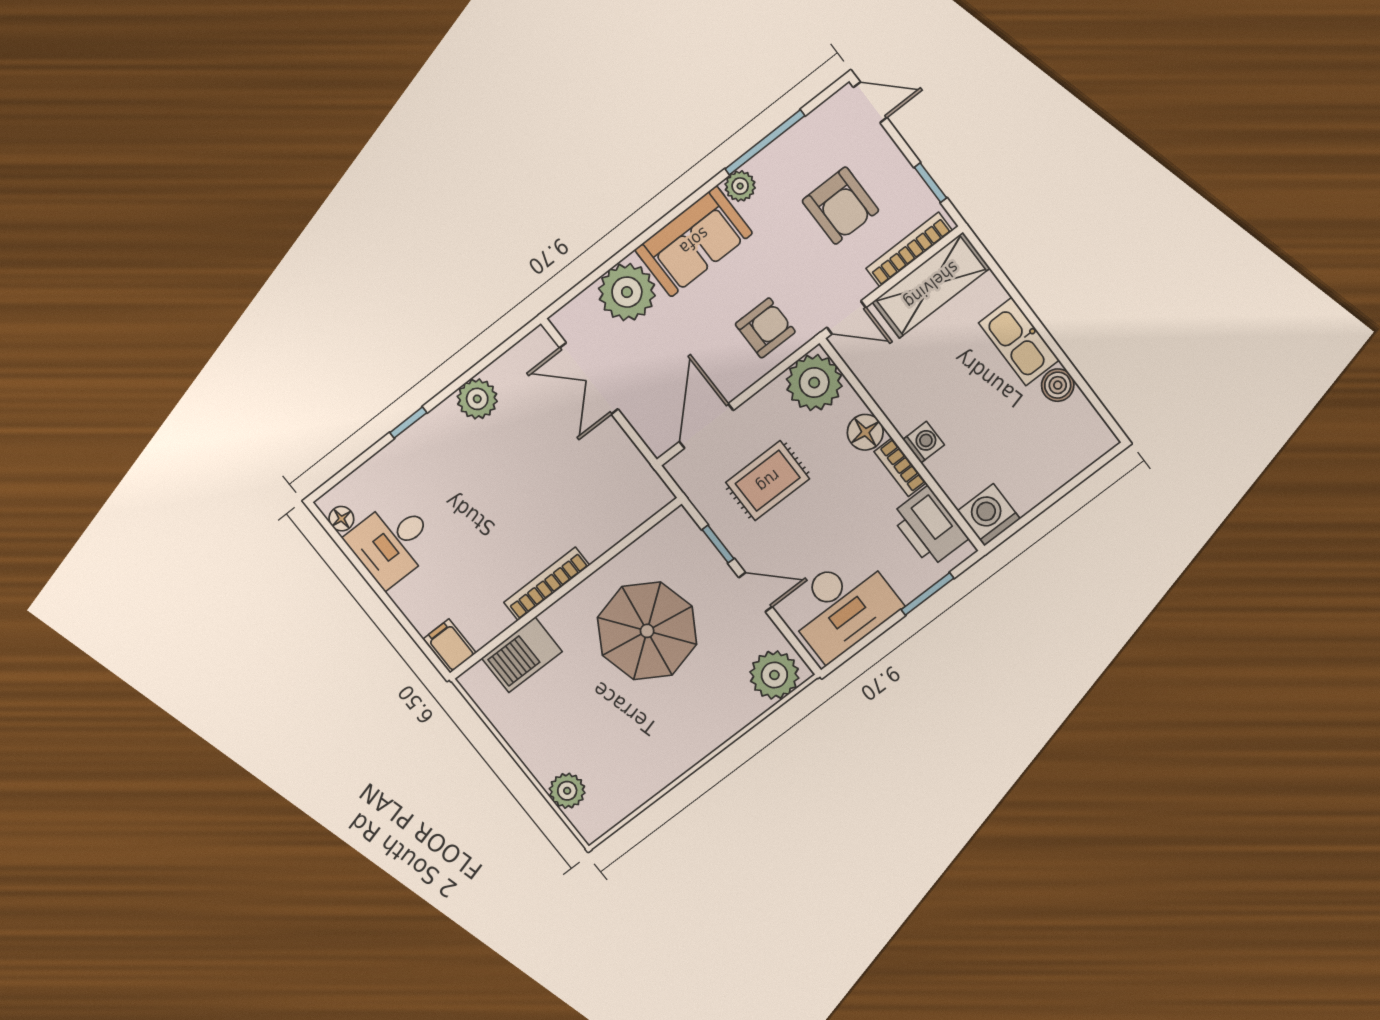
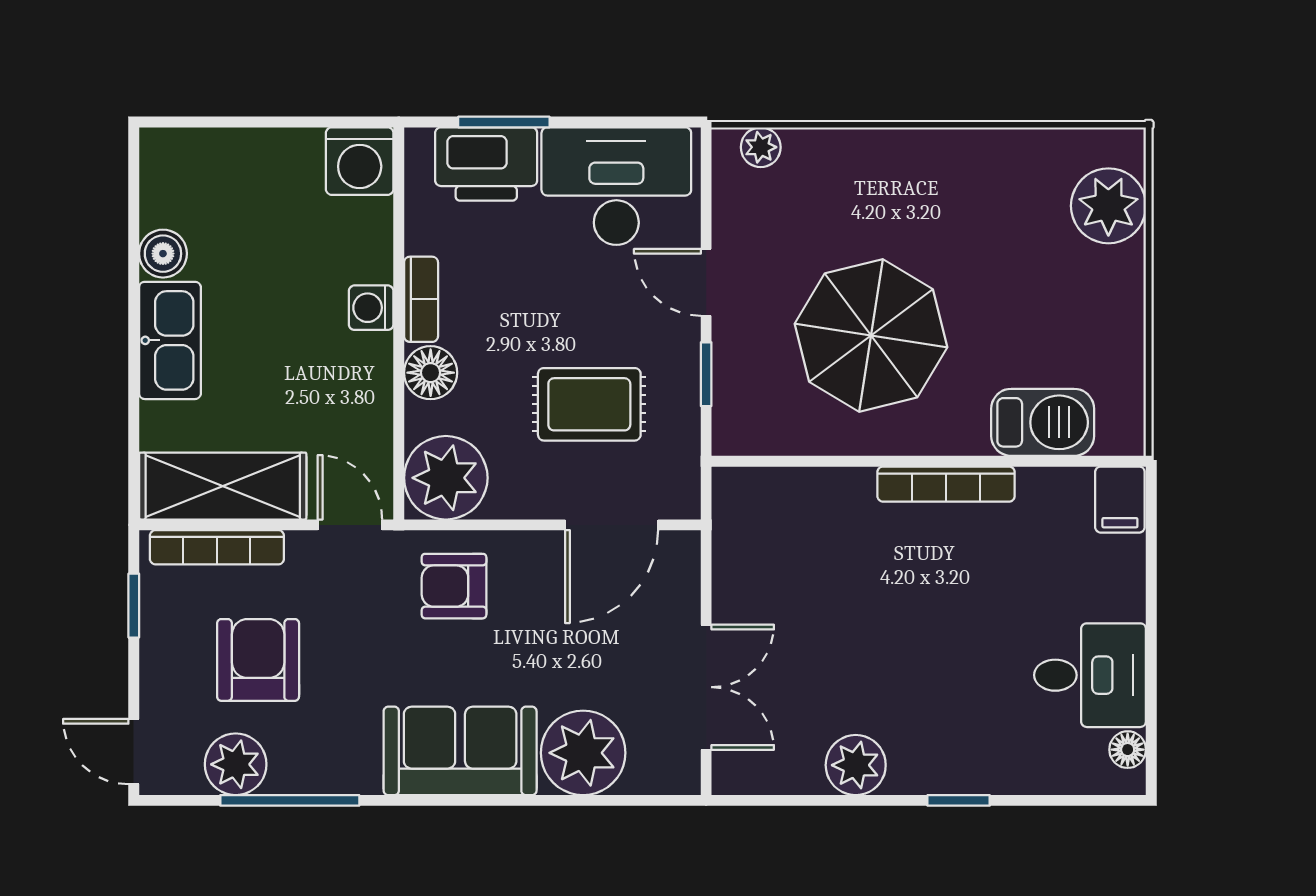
plant: (740, 186) -> (236, 764), moved, width x1.38, depth x1.38
printer: (929, 527) -> (486, 164), moved, turned 90
plant: (774, 675) -> (761, 147), width x0.53, depth x0.53
plant: (567, 791) -> (1108, 206), width x1.36, depth x1.36

